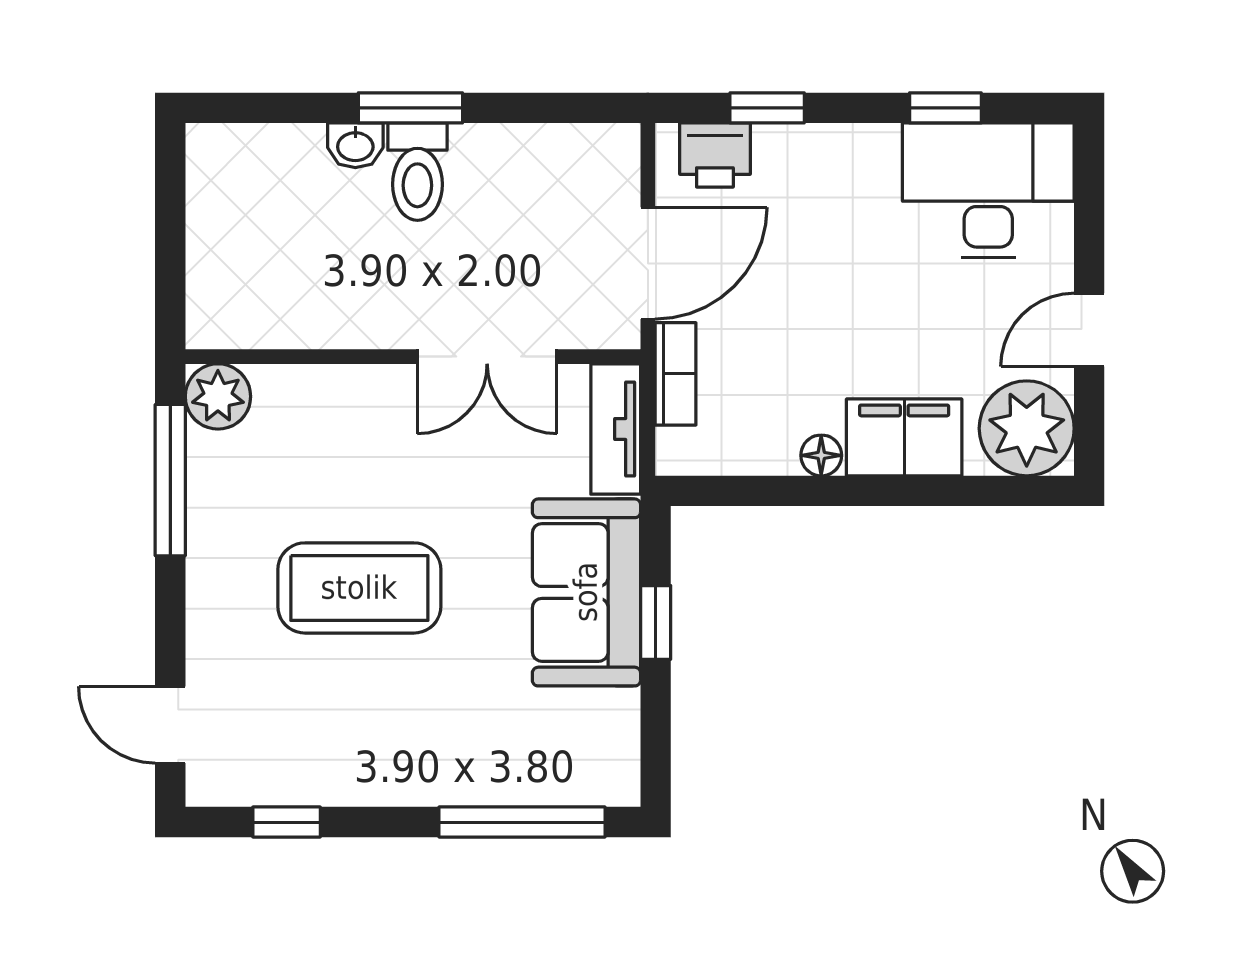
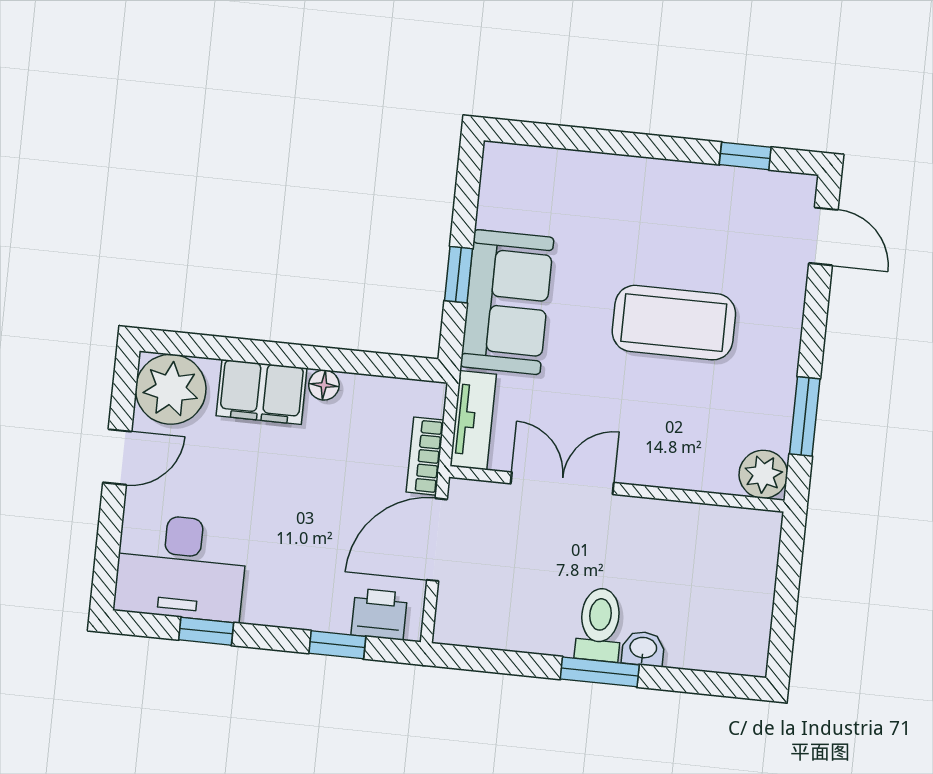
window: (170, 480) -> (805, 416), width x0.69
window: (522, 822) -> (572, 138), removed

